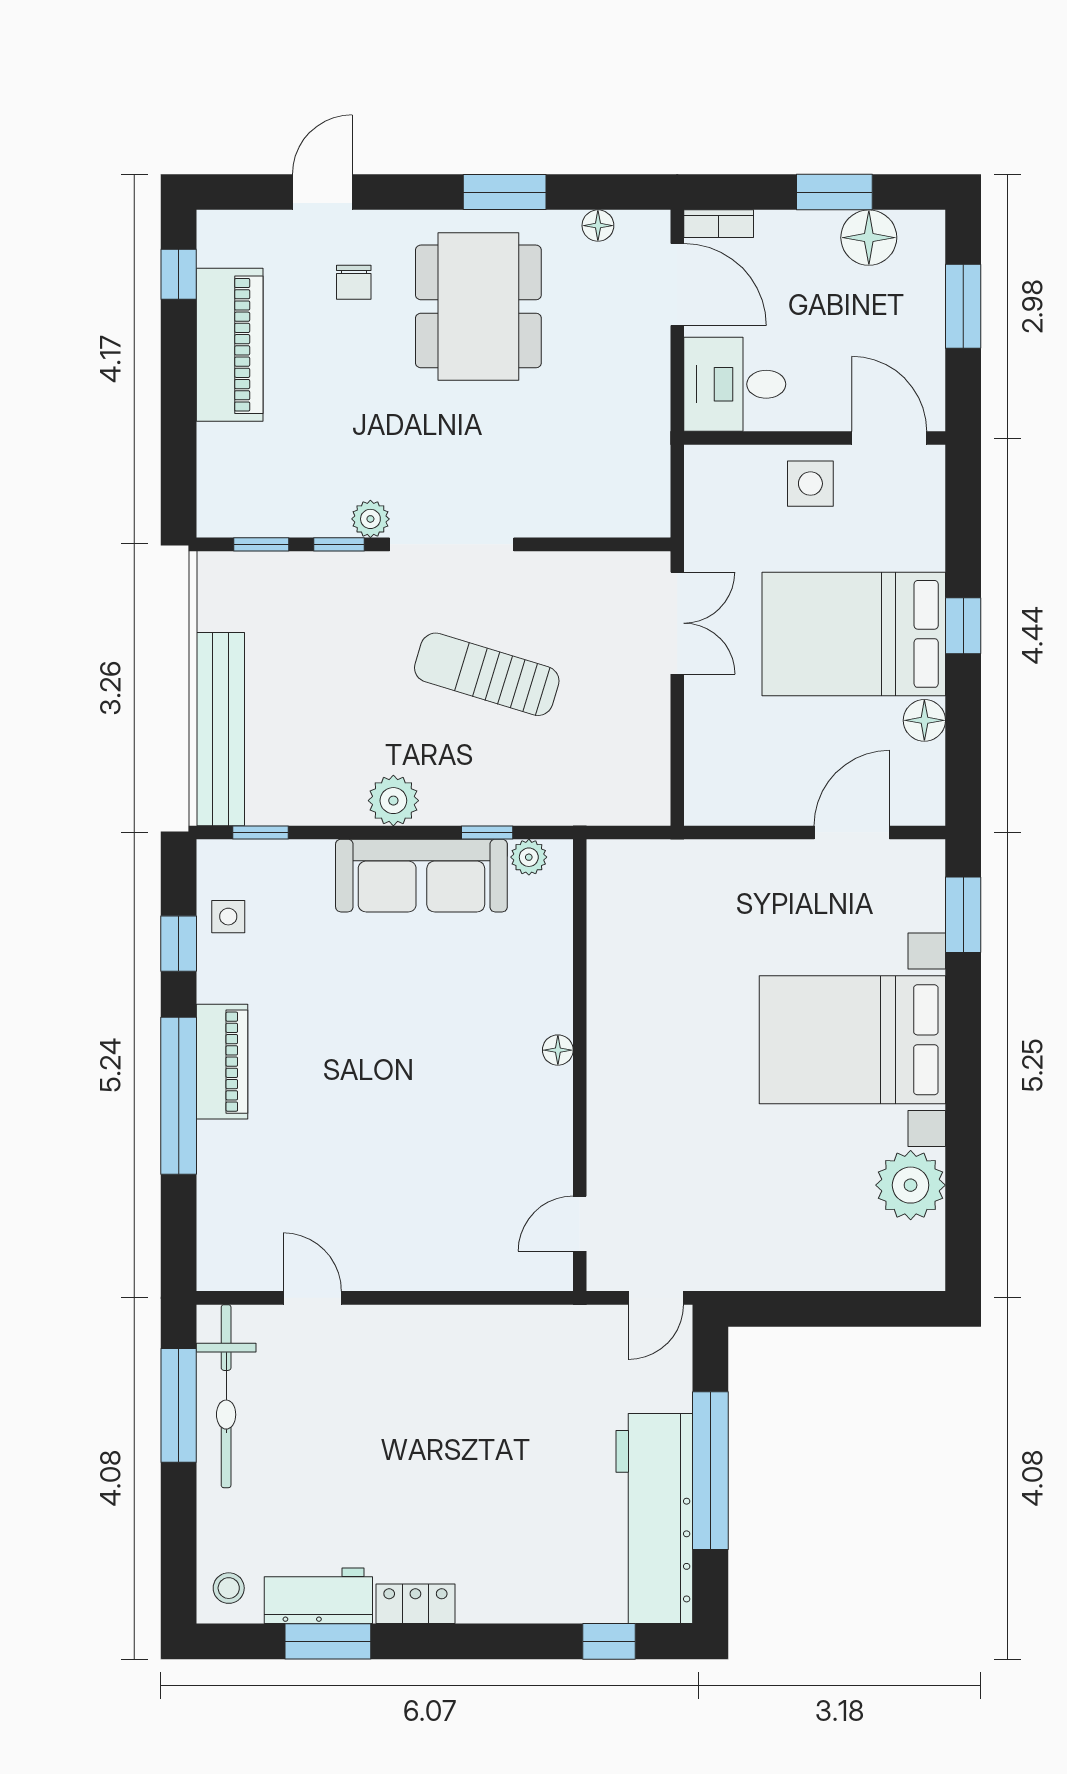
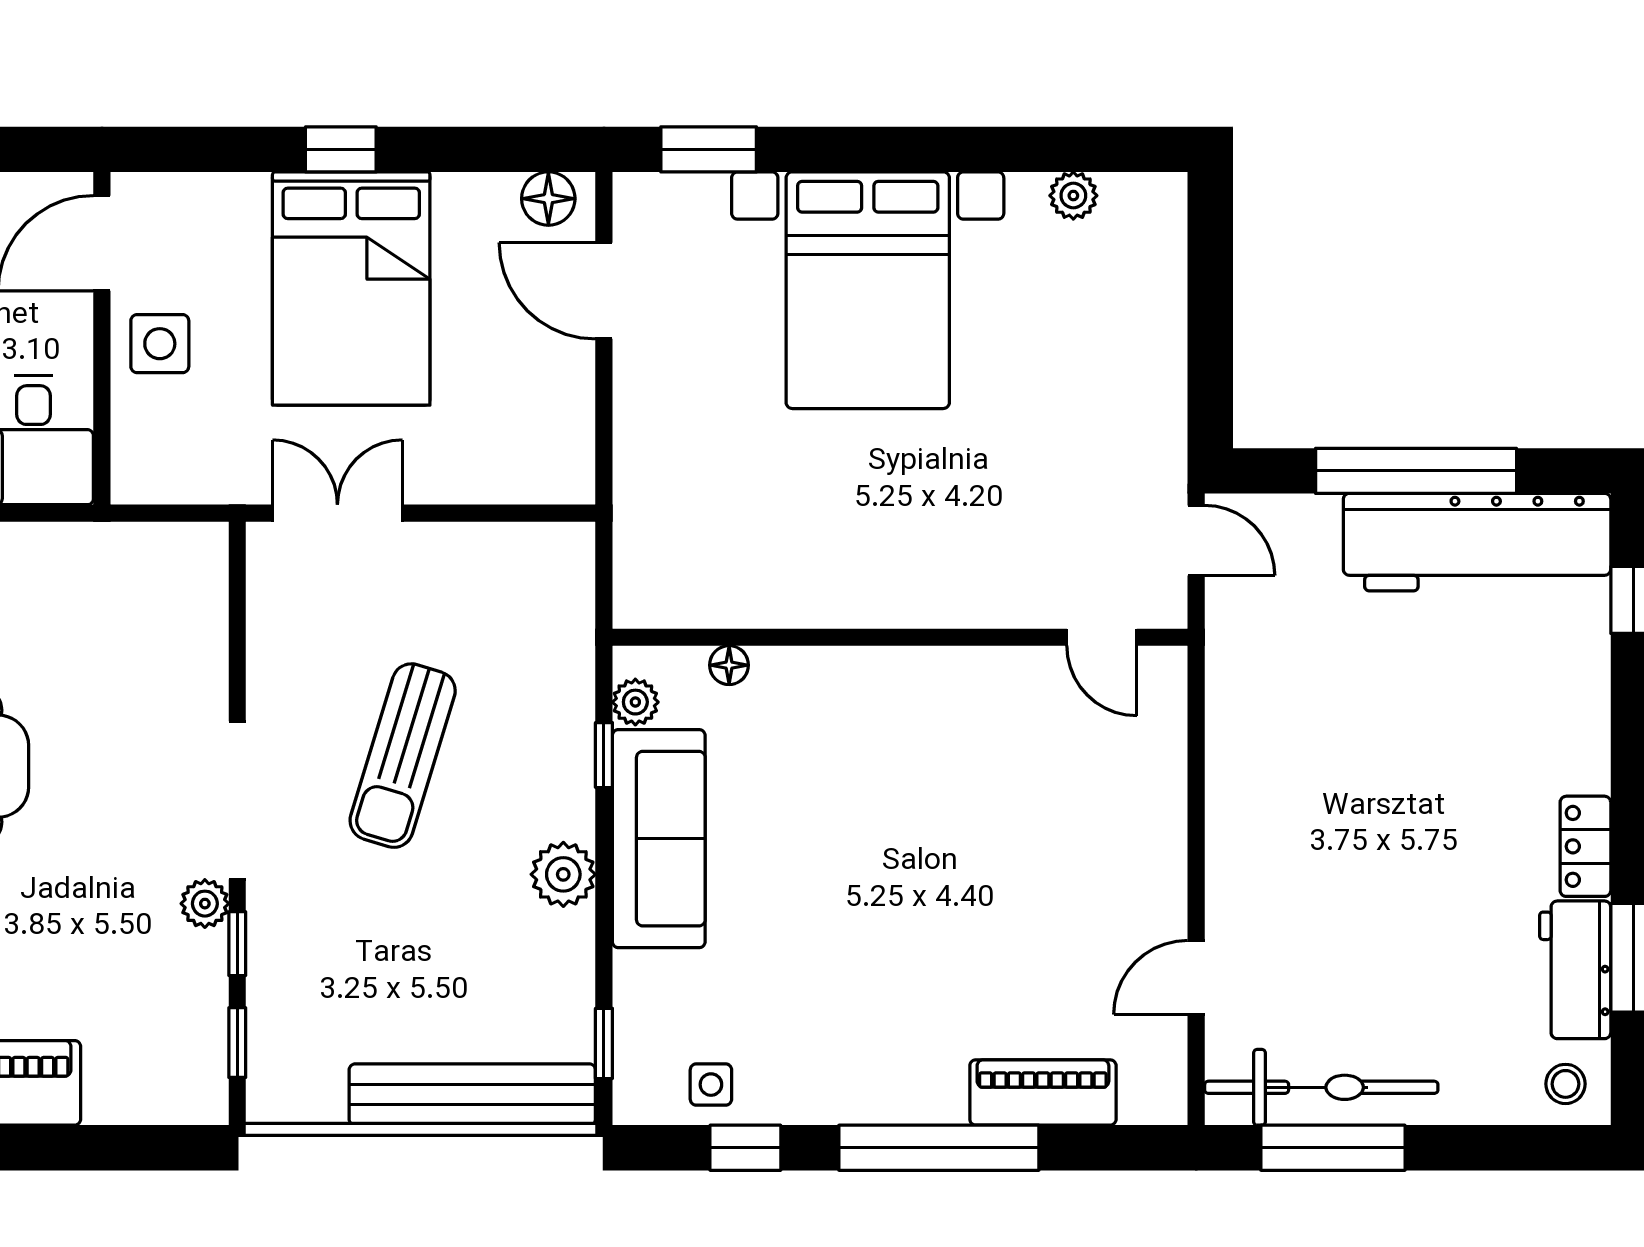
floor lamp: (924, 720) -> (548, 199), moved
floor lamp: (558, 1050) -> (729, 665), moved
piano: (222, 1062) -> (1043, 1092), moved
plant: (911, 1185) -> (1073, 196), width x0.53, depth x0.53

